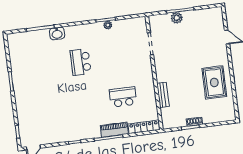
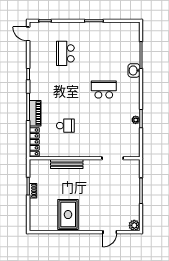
plant: (177, 18) -> (134, 225), moved
rug: (214, 82) -> (68, 215), turned 90
bench: (163, 95) -> (67, 164), width x1.36
school desk: (123, 97) -> (65, 126), width x0.54
school desk: (48, 106) -> (65, 53), added

